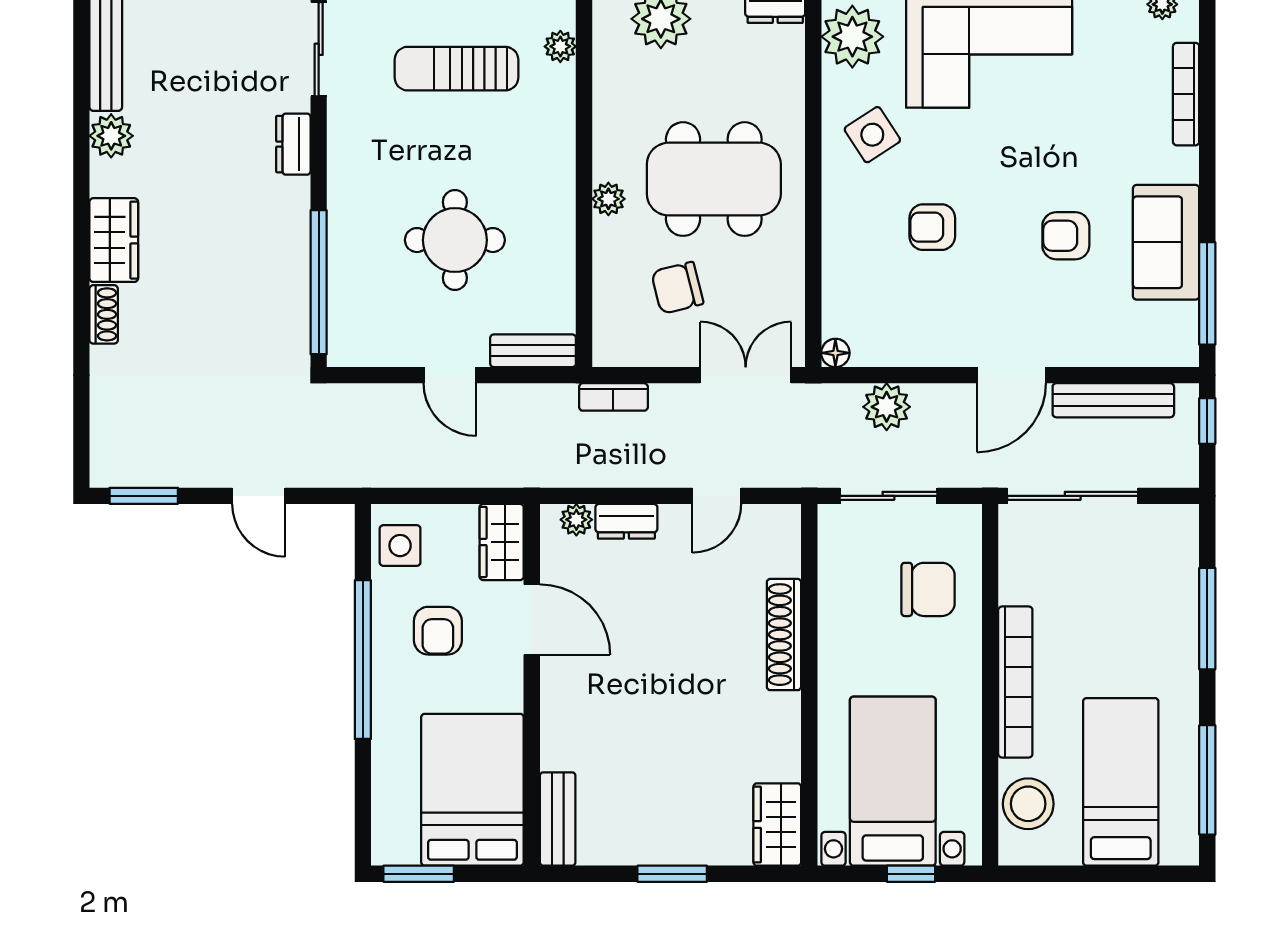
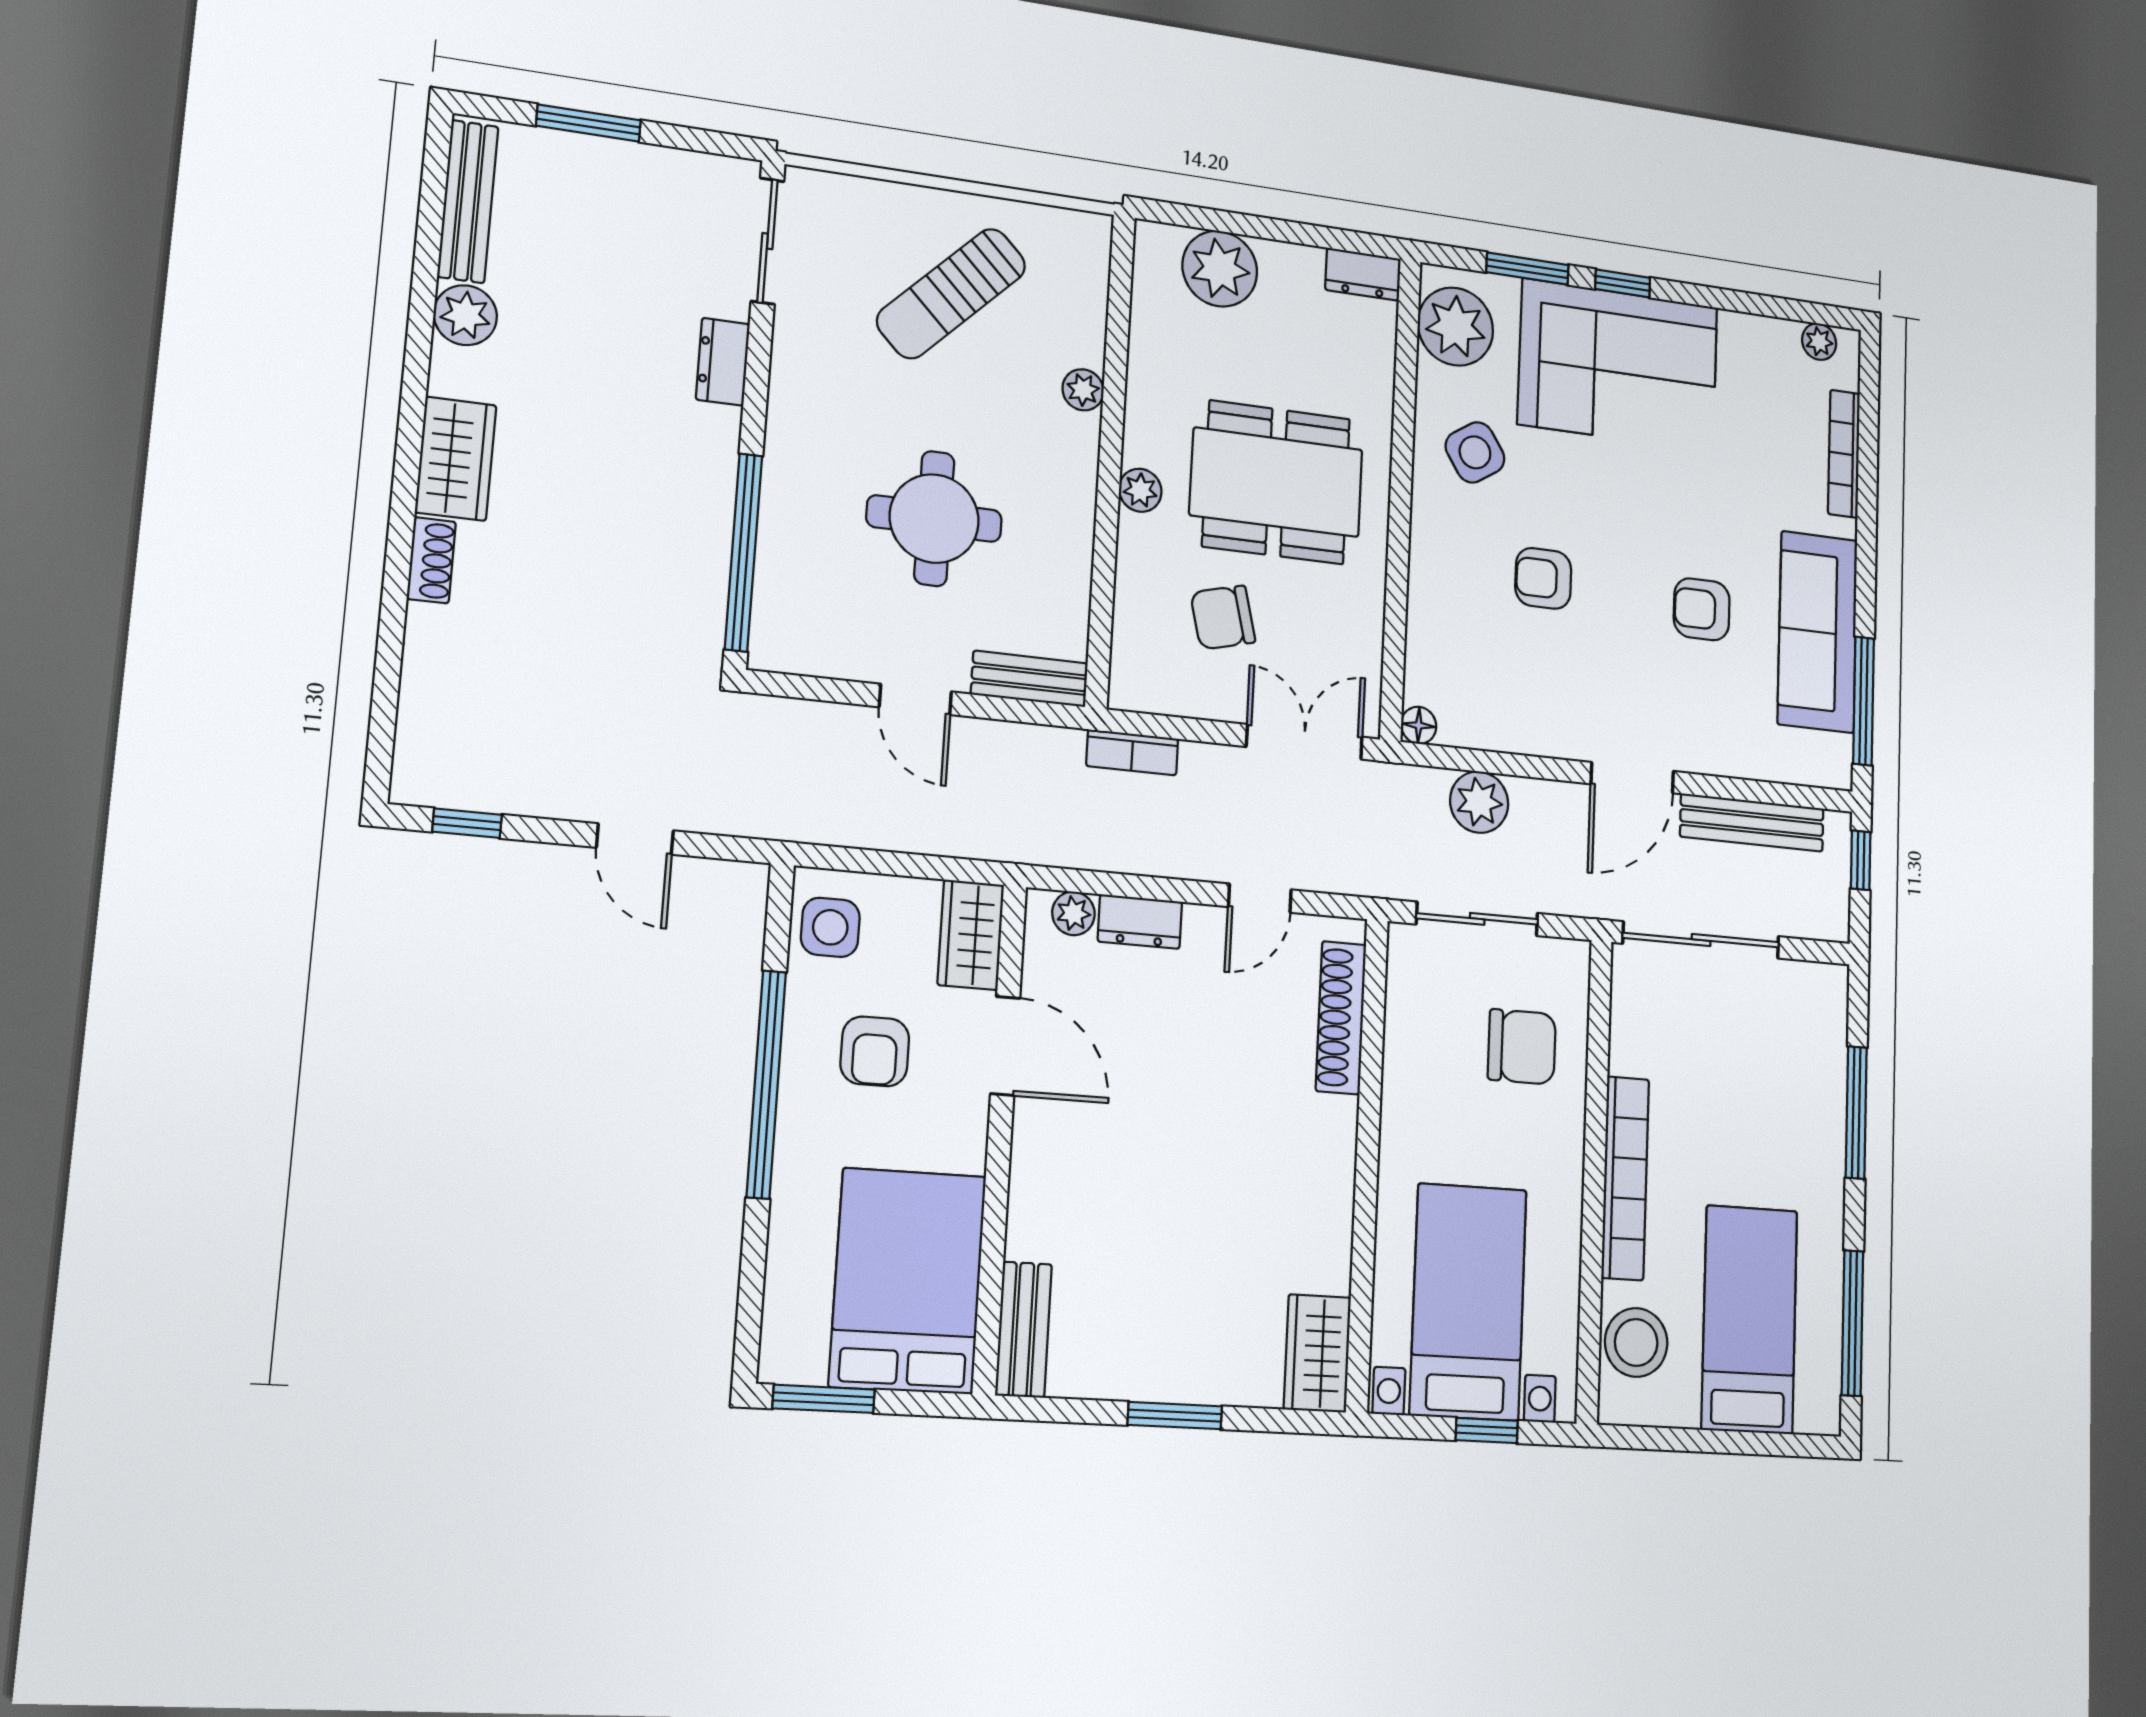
plant: (560, 46) -> (1083, 390), moved
sun lounger: (456, 69) -> (951, 293), turned -45
sofa: (1166, 242) -> (1818, 632), width x1.36
window: (144, 496) -> (467, 823), width x0.67
shoe rack: (784, 635) -> (1341, 1018), moved

